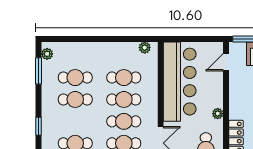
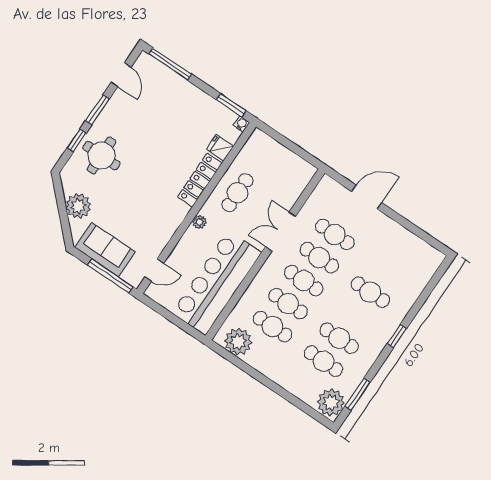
plant: (145, 48) -> (238, 342), width x1.87, depth x1.87
plant: (47, 54) -> (331, 402), width x1.87, depth x1.87

